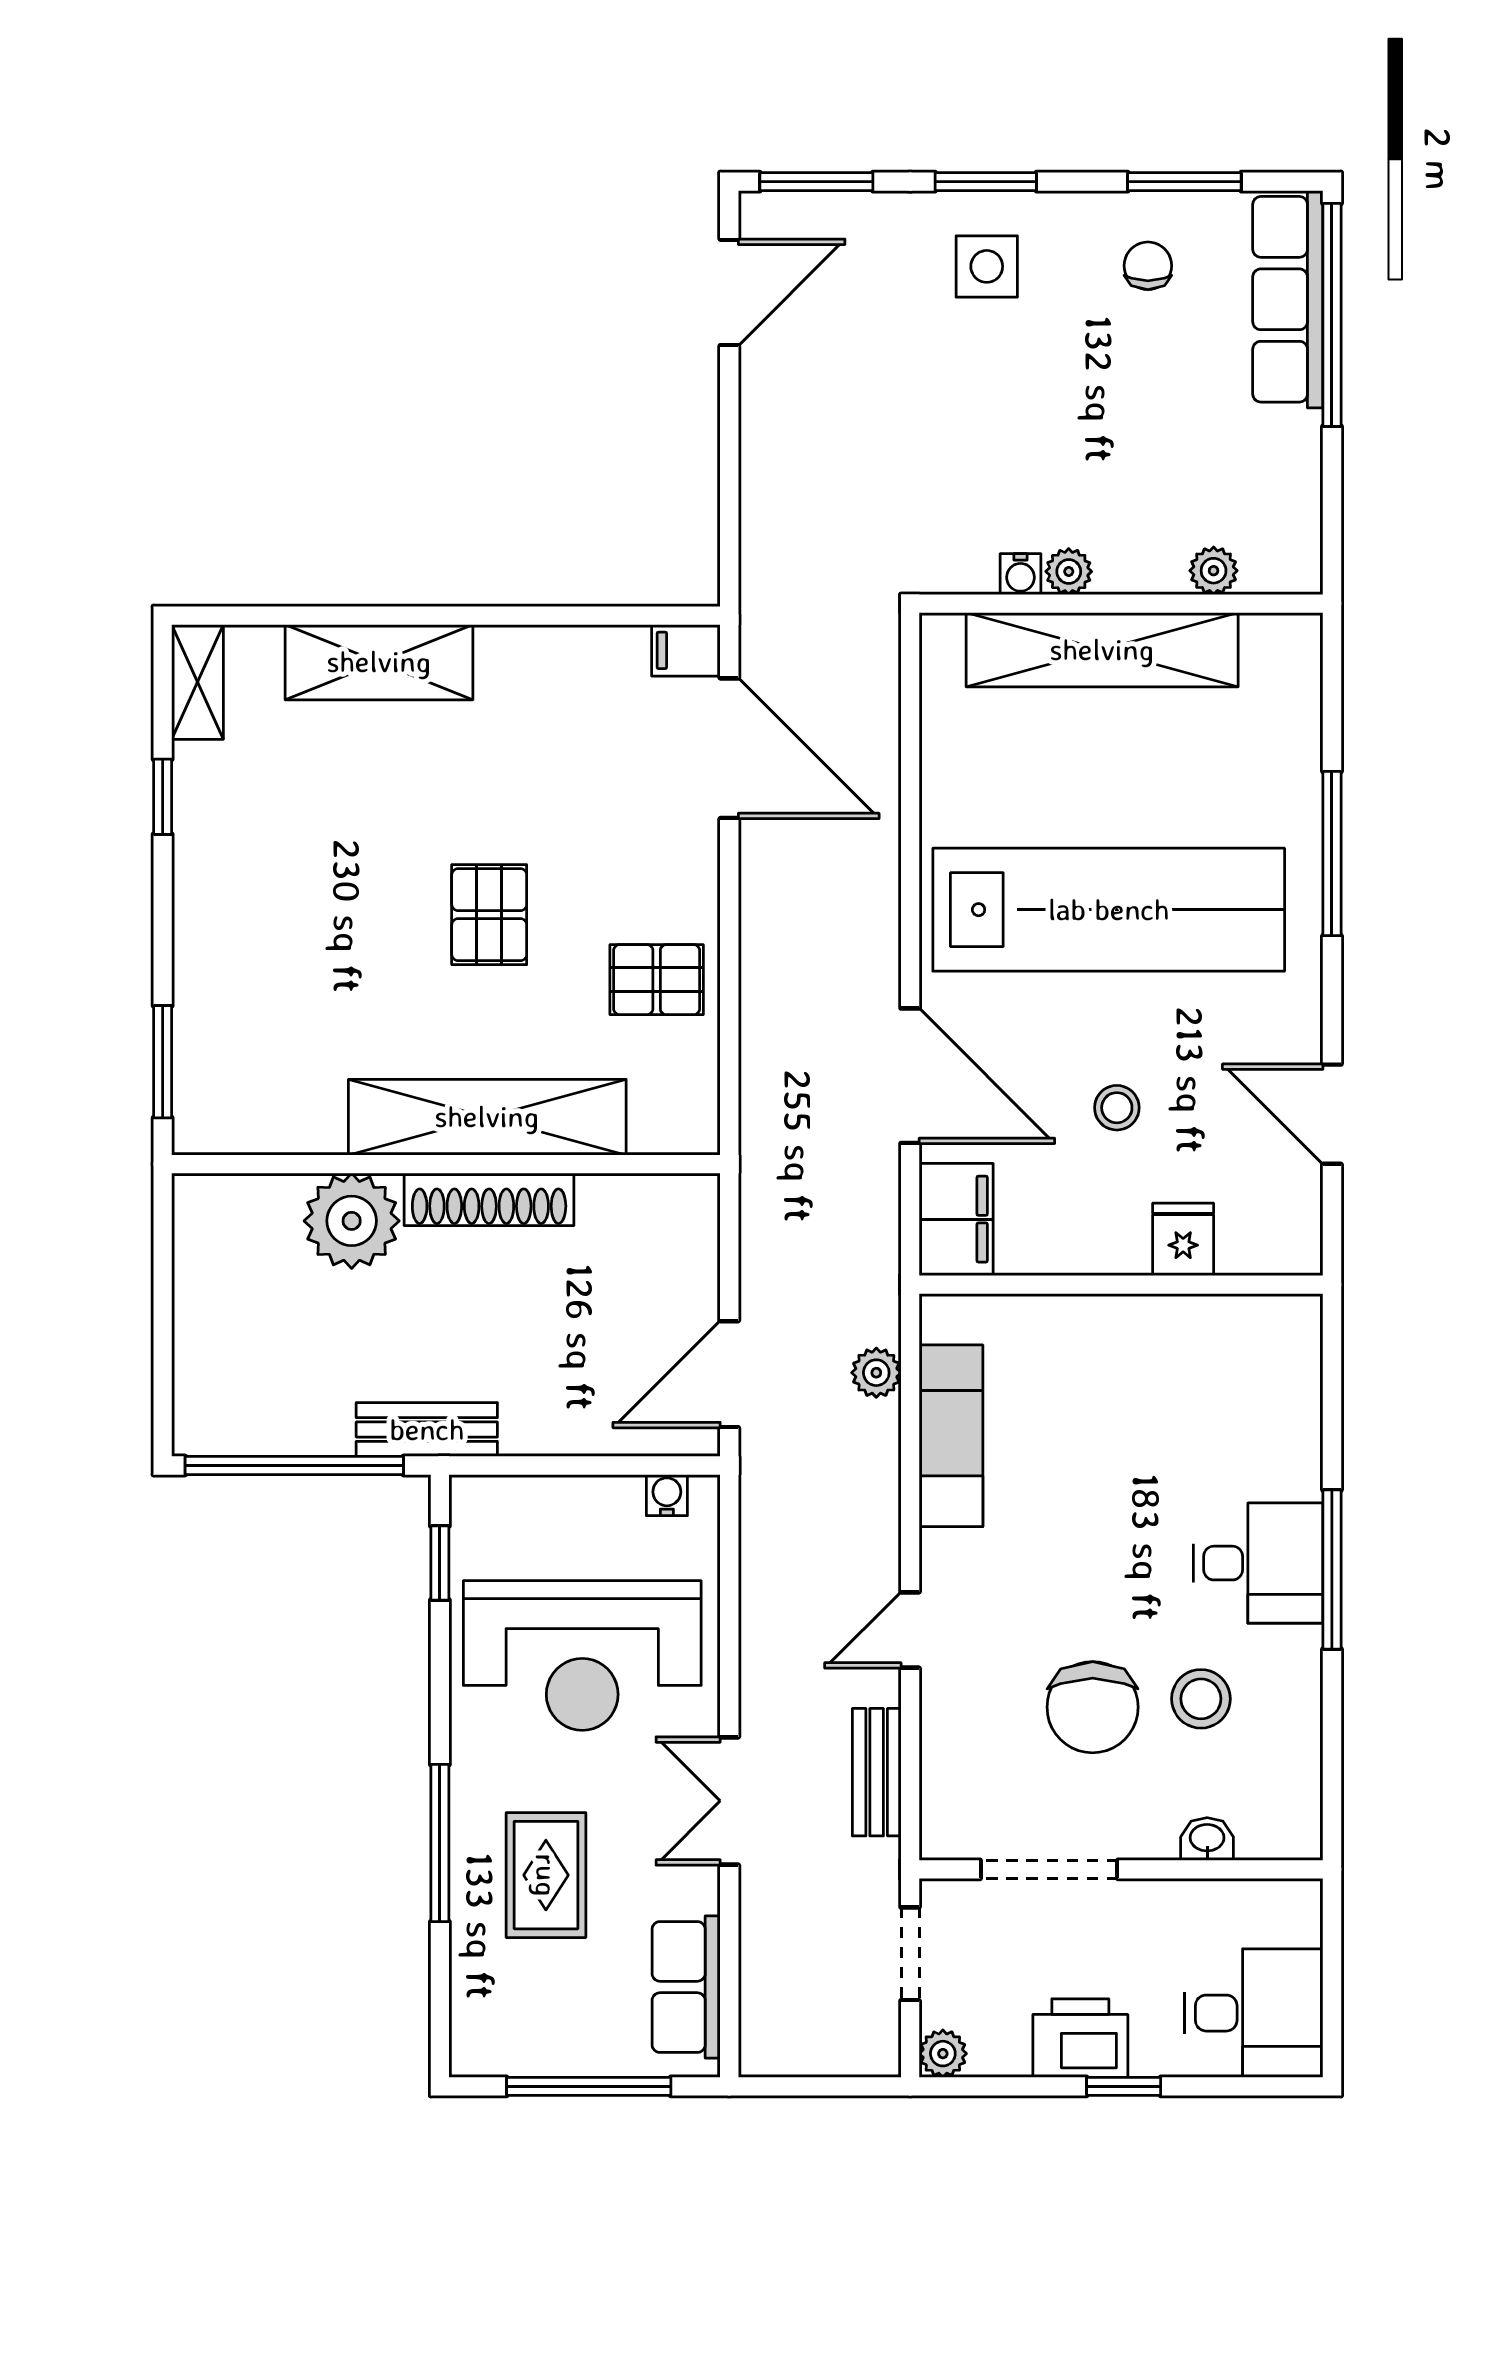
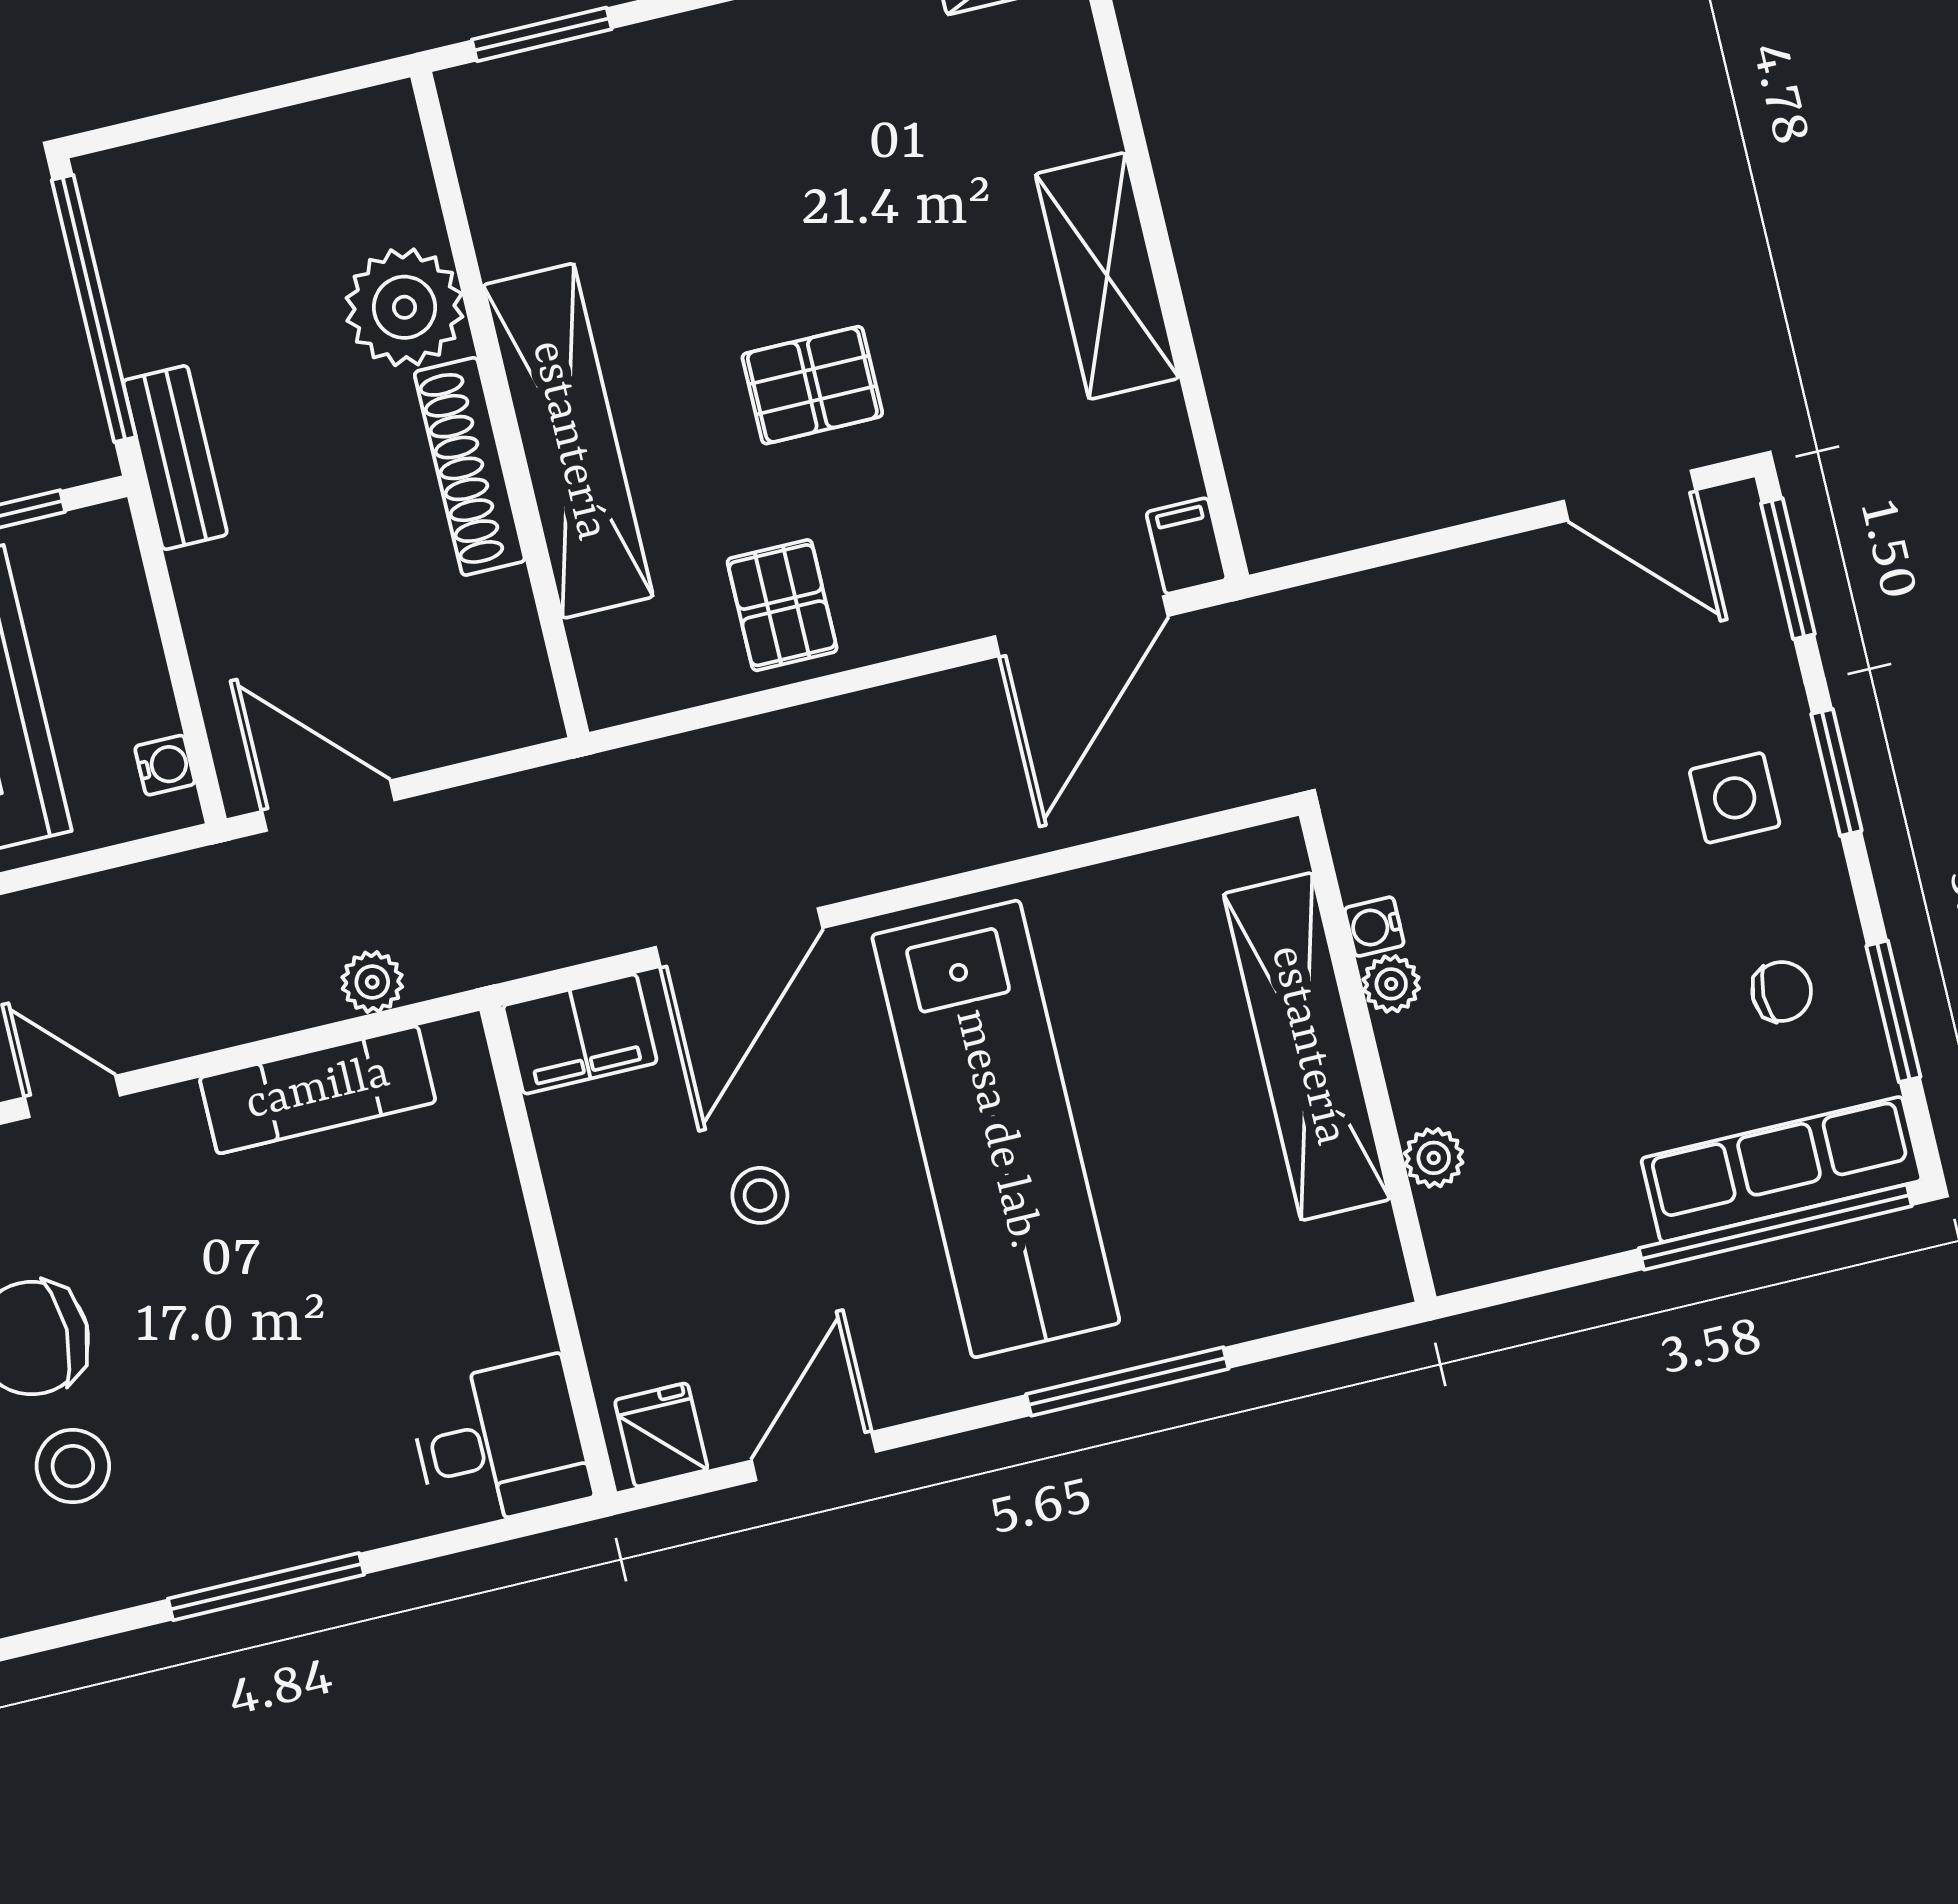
shelving: (379, 662) -> (1107, 276), moved
fridge: (1183, 1239) -> (661, 1435), moved, turned -90
desk: (1258, 1563) -> (500, 1443), moved, turned -90

